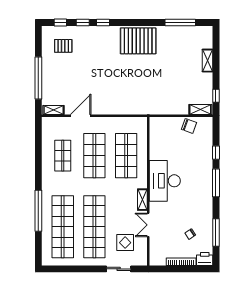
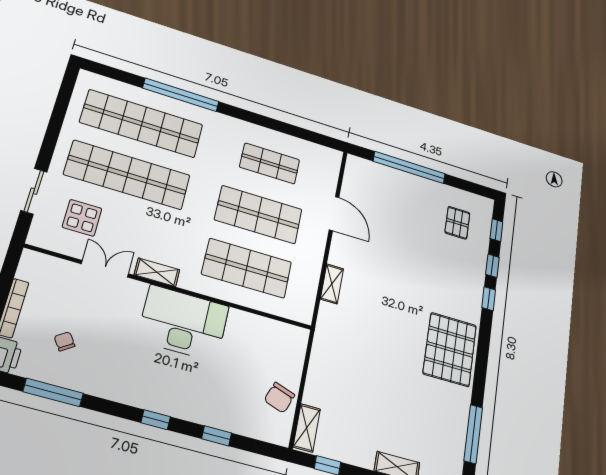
shelving: (54, 110) -> (332, 284), moved
window: (216, 183) -> (156, 420), width x0.46

